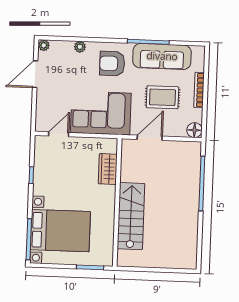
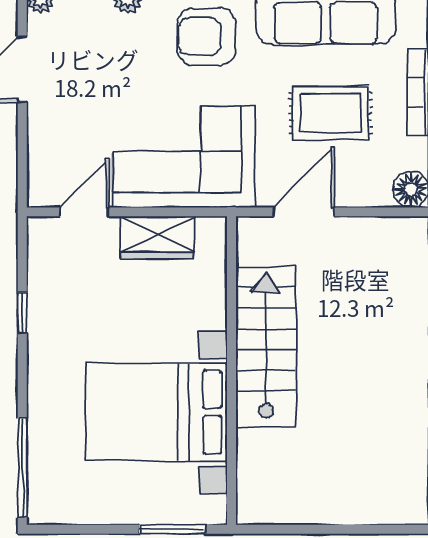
wardrobe: (108, 169) -> (157, 238), moved, turned -90
stairs: (131, 216) -> (266, 347), moved
bed with nightstands: (60, 231) -> (157, 412), moved, turned 180

